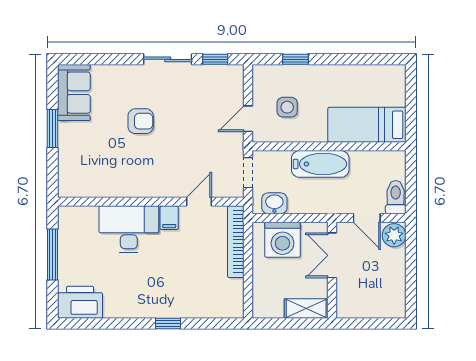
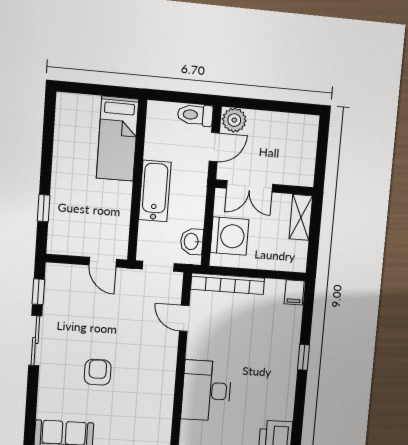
side table: (287, 107) -> (93, 221), removed
filing cabinet: (169, 218) -> (294, 292), moved, turned 90

